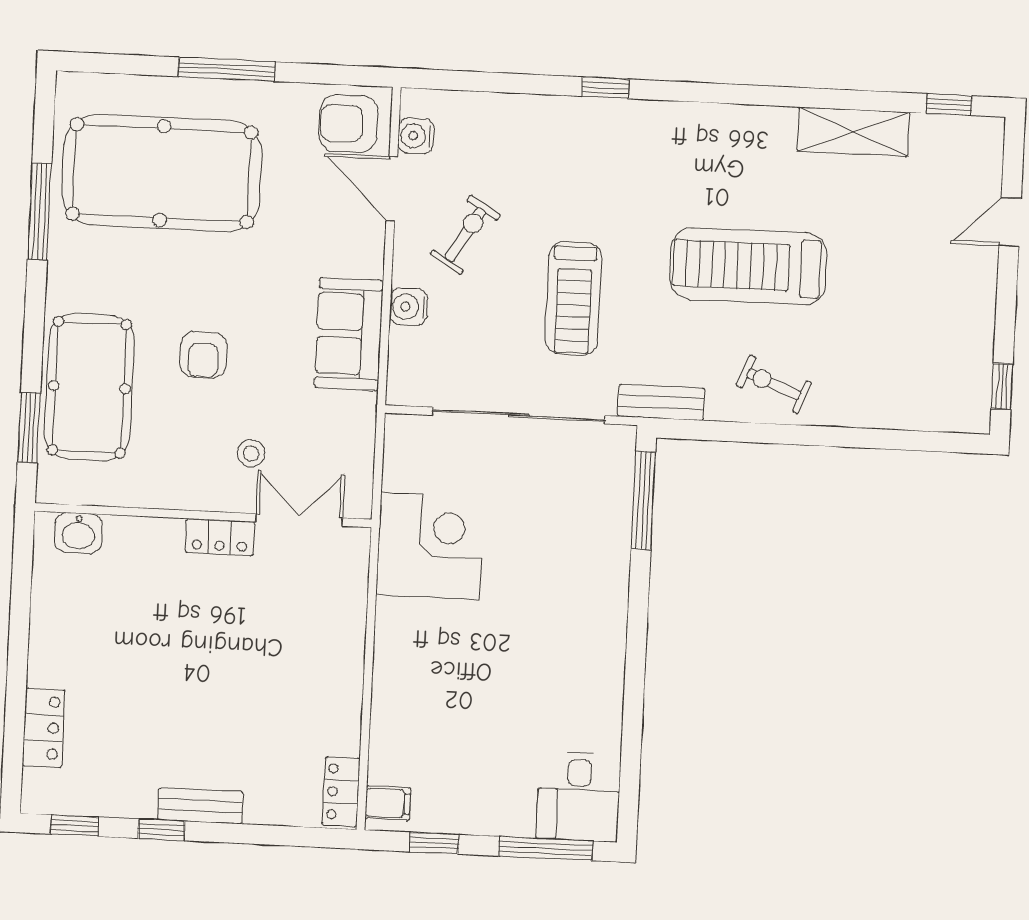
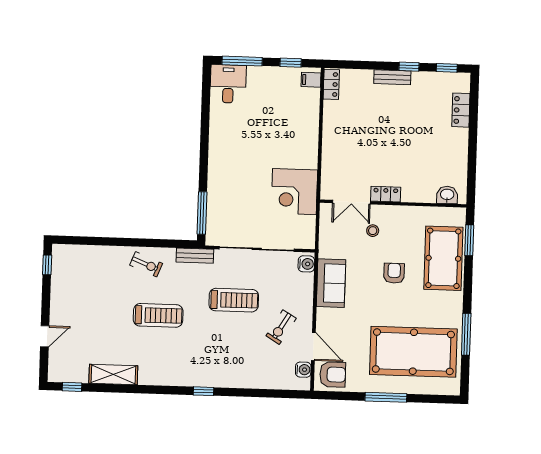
window: (606, 88) -> (204, 391), moved
treadmill: (748, 266) -> (158, 315), width x0.73, depth x0.73
treadmill: (573, 298) -> (234, 300), turned 90
water cooler: (409, 307) -> (306, 264), moved

